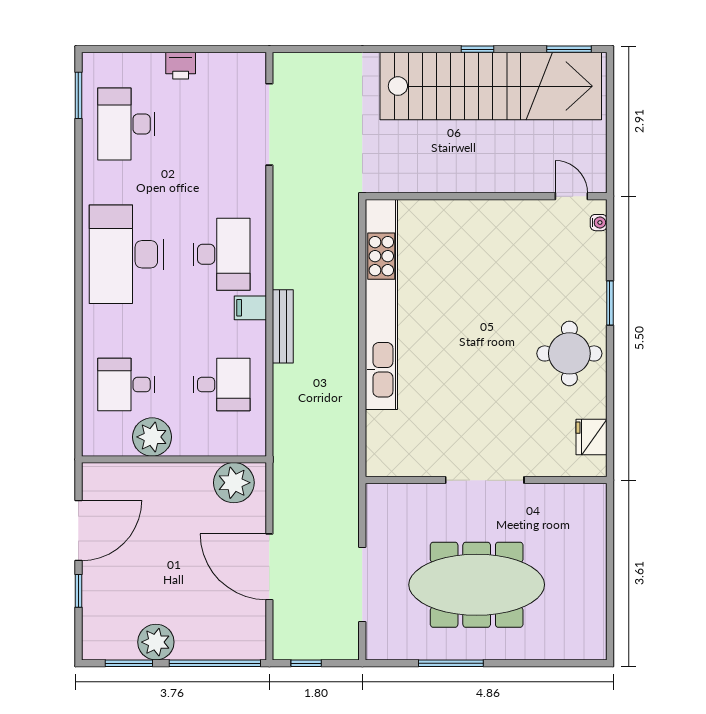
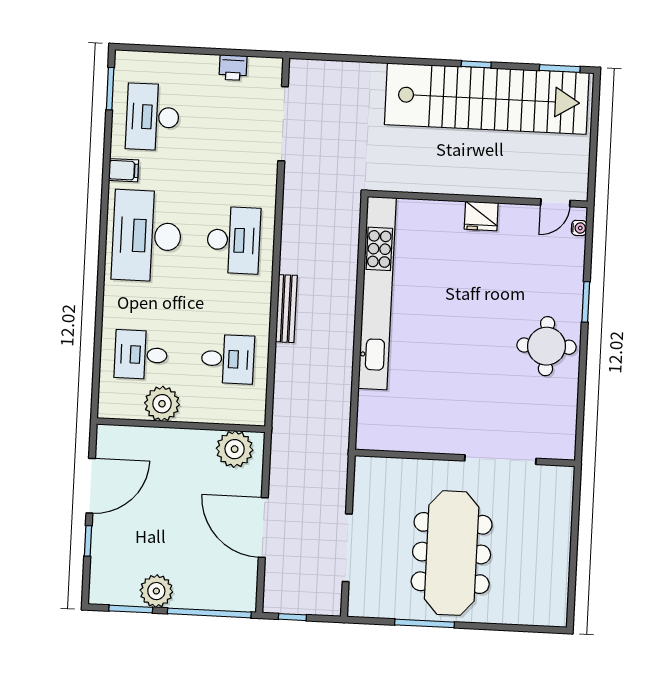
printer: (181, 66) -> (233, 68), moved
door: (571, 196) -> (555, 203), swing flipped
filing cabinet: (250, 308) -> (124, 170), moved, turned 180
fridge: (592, 437) -> (481, 216), moved, turned -90
doorway: (485, 480) -> (500, 460), moved
meeting table: (477, 585) -> (452, 553), turned 90

